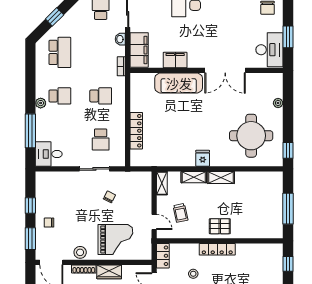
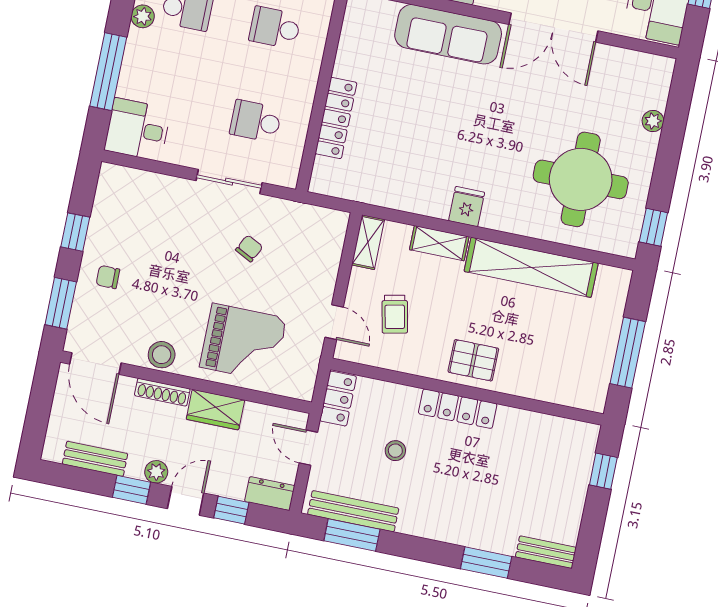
school desk: (101, 96) -> (275, 28), turned 180
school desk: (101, 139) -> (256, 121), turned 90
shelving: (221, 177) -> (531, 267), width x2.20, depth x1.33

